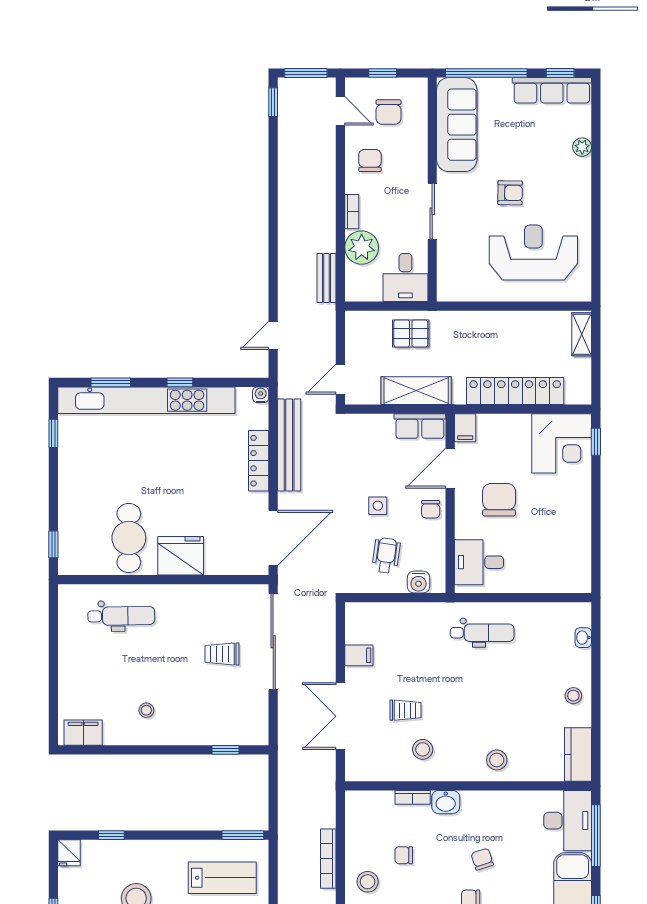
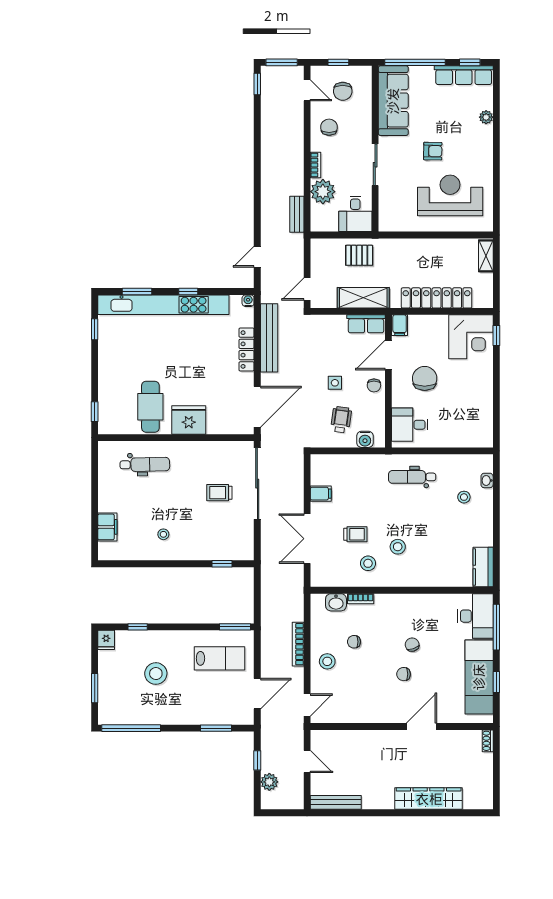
dental chair: (482, 633) -> (412, 477), turned 180
stool: (573, 696) -> (464, 497), moved
filing cabinet: (83, 733) -> (107, 527), moved, turned 90
stool: (497, 760) -> (398, 547), moved
washbasin: (446, 802) -> (336, 602), moved

